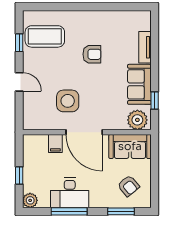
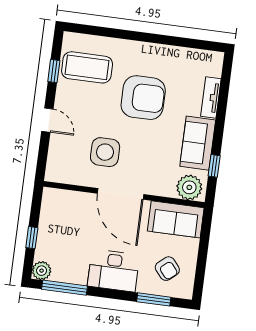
armchair: (92, 54) -> (143, 98), width x1.88, depth x1.88
filing cabinet: (55, 143) -> (83, 203), removed
desk: (70, 193) -> (113, 271), moved
window: (69, 211) -> (64, 288), moved

